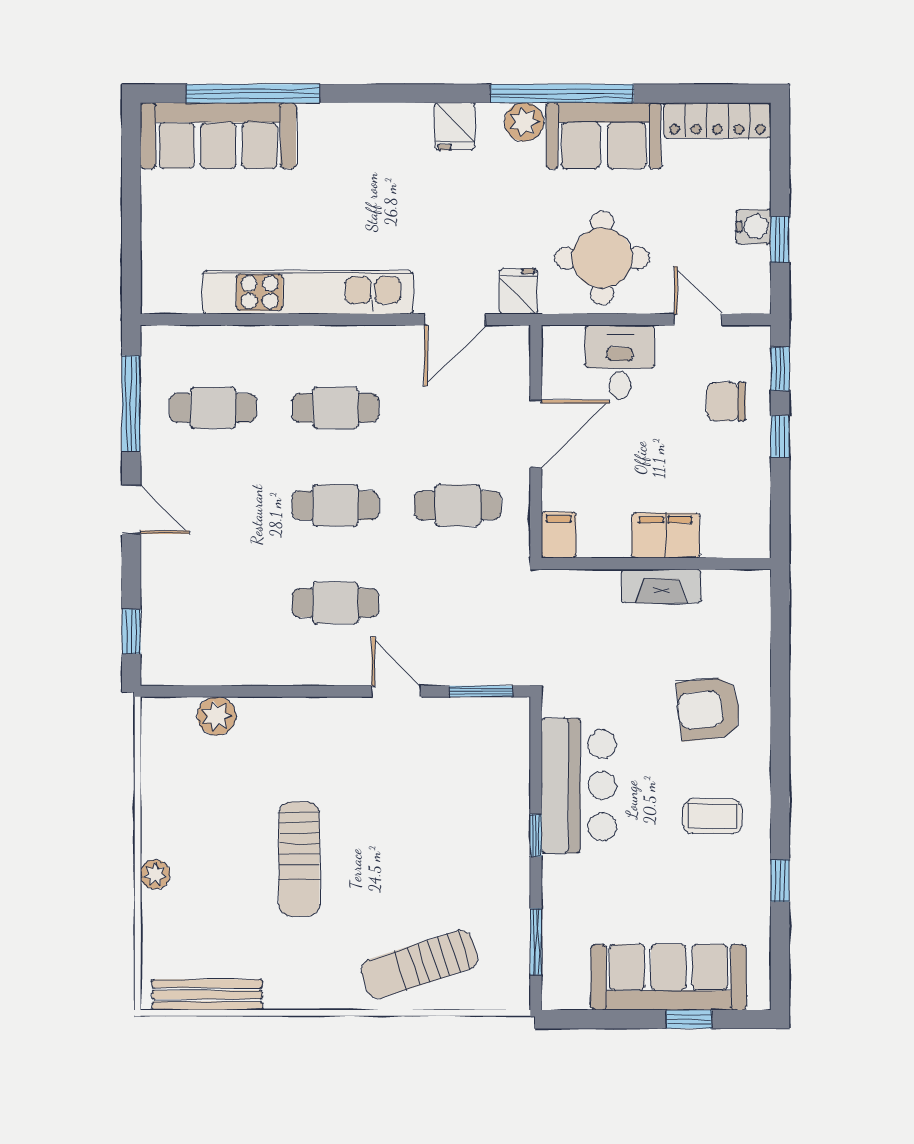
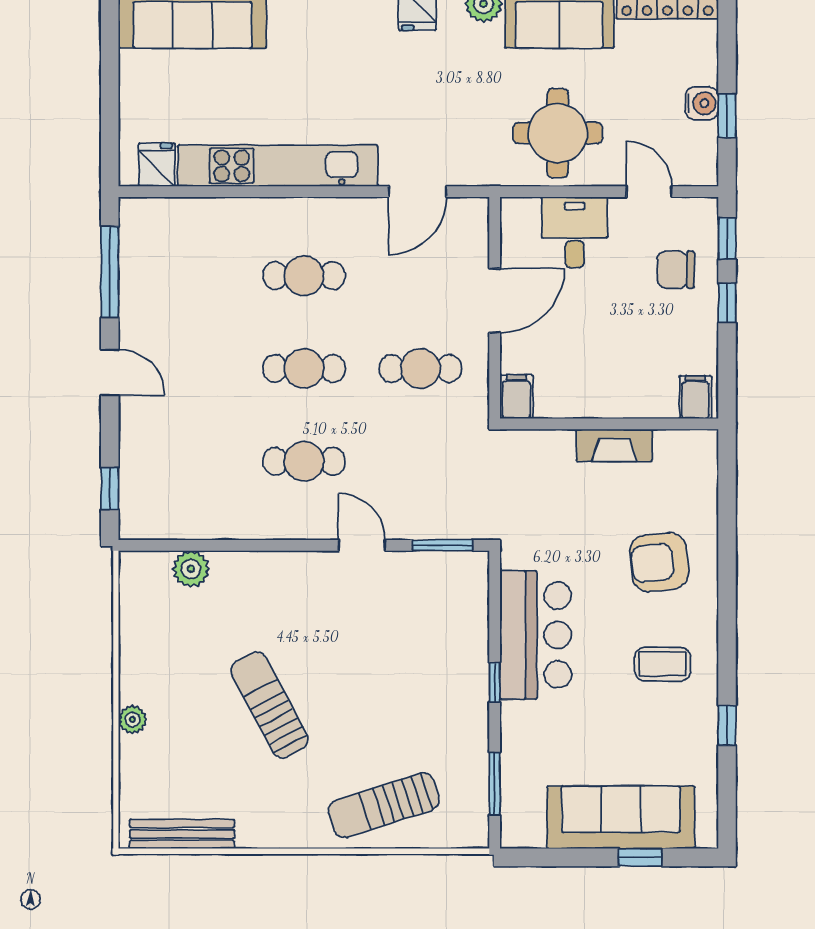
fridge: (519, 291) -> (157, 165), moved
cafe table: (213, 408) -> (188, 276), removed
filing cabinet: (666, 536) -> (695, 397), moved, width x0.50
sun lounger: (299, 859) -> (270, 705), turned 152

